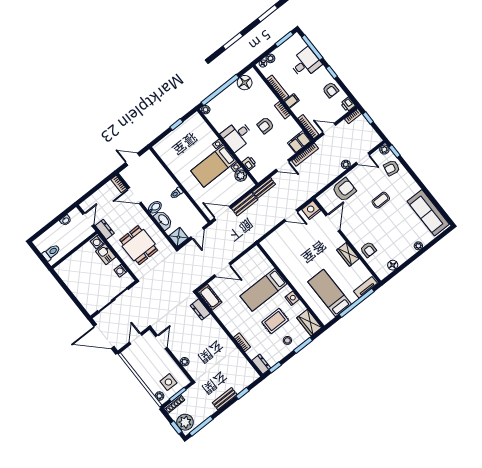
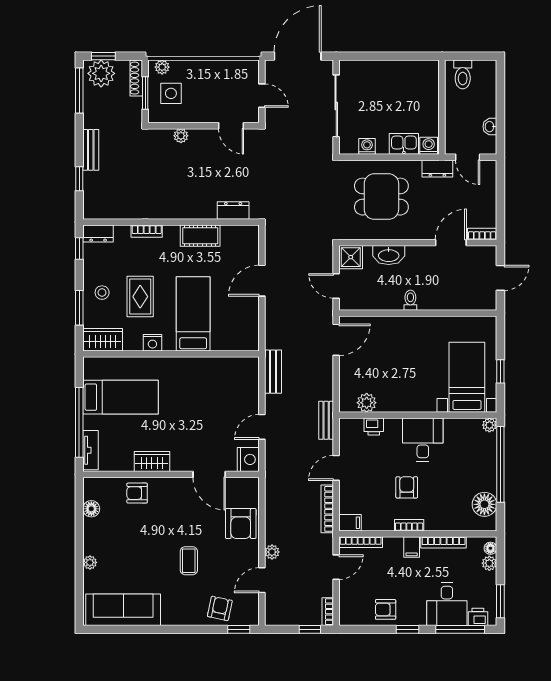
printer: (348, 104) -> (478, 617), moved
filing cabinet: (299, 142) -> (350, 523), width x0.50
plant: (384, 150) -> (251, 618), removed
bed with nightstands: (214, 166) -> (467, 377), moved
bench: (245, 204) -> (273, 372), moved
bidet: (155, 207) -> (414, 257), removed
cot: (210, 297) -> (200, 236), moved

